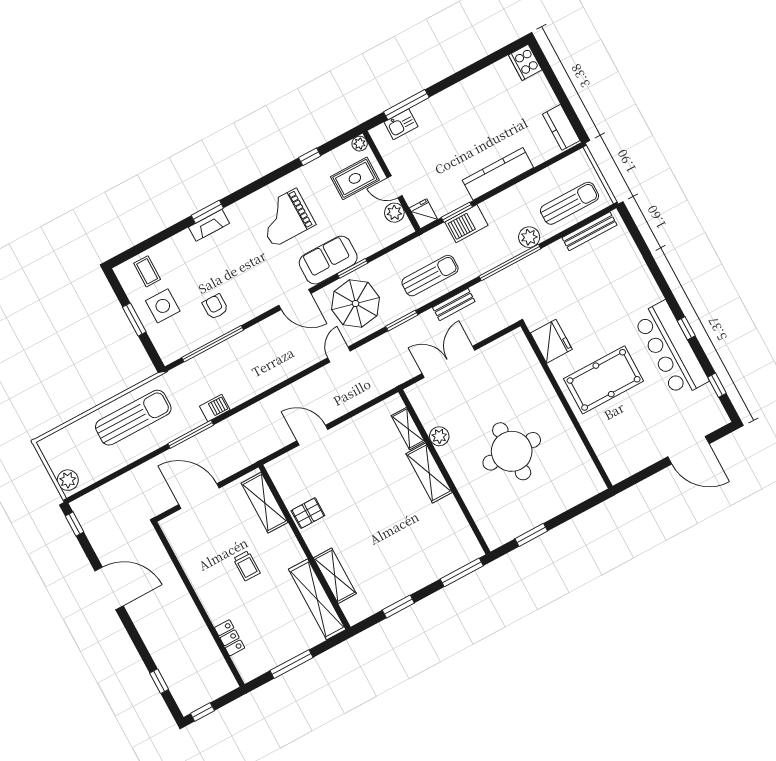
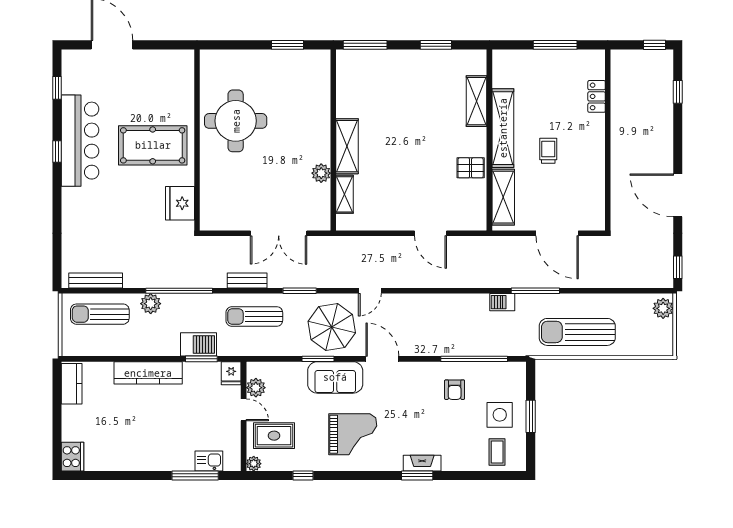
round table: (512, 451) -> (236, 121), moved
shelving: (317, 599) -> (503, 128), moved

